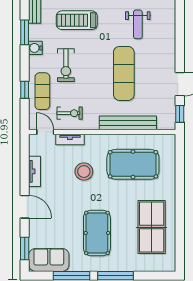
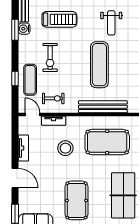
treadmill: (77, 20) -> (59, 19), turned 180
water cooler: (35, 48) -> (24, 29), moved

